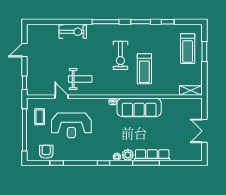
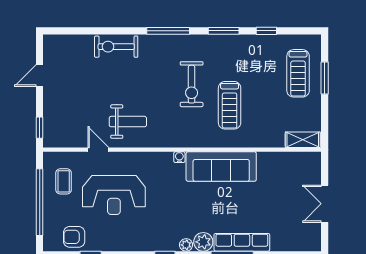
exercise bike: (73, 32) -> (116, 47), turned 180
armchair: (46, 152) -> (74, 237), turned -90

